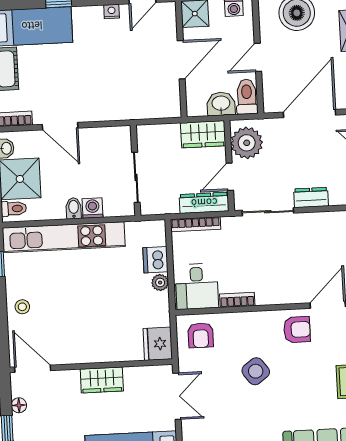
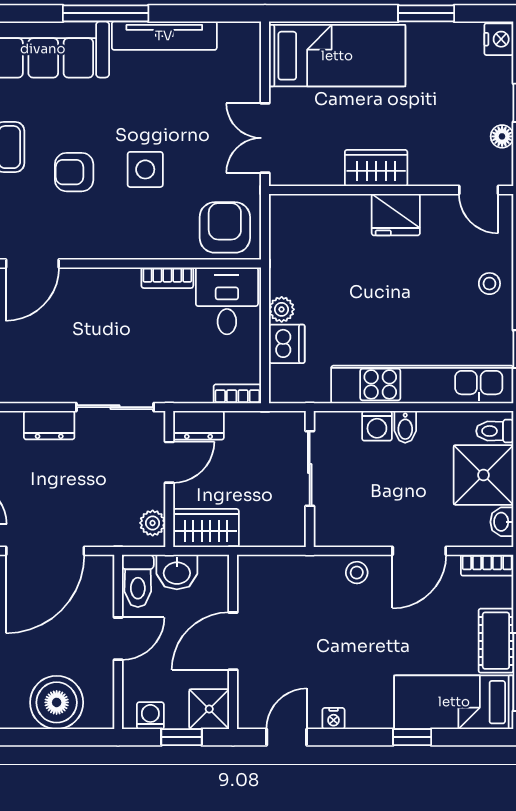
stool: (101, 110) -> (357, 573), added
door: (60, 126) -> (419, 551), swing flipped
plant: (247, 143) -> (153, 523), width x0.53, depth x0.53
dresser: (204, 203) -> (198, 425), width x0.70
bookcase: (196, 224) -> (237, 394), width x0.64
armchair: (297, 330) -> (74, 172), moved
armchair: (201, 335) -> (225, 227), width x1.38, depth x1.38
fridge: (158, 344) -> (396, 215), moved, turned 90
door: (33, 369) -> (479, 190), width x0.73
side table: (256, 371) -> (145, 169), turned 37

